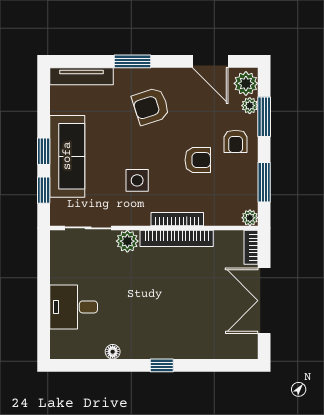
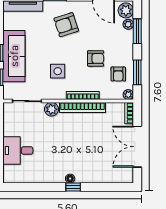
armchair: (236, 141) -> (118, 74), moved
floor lamp: (113, 352) -> (70, 179), moved

